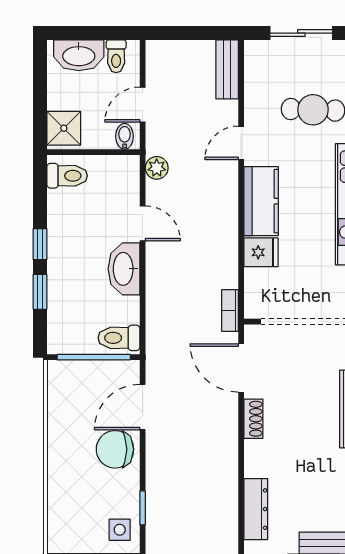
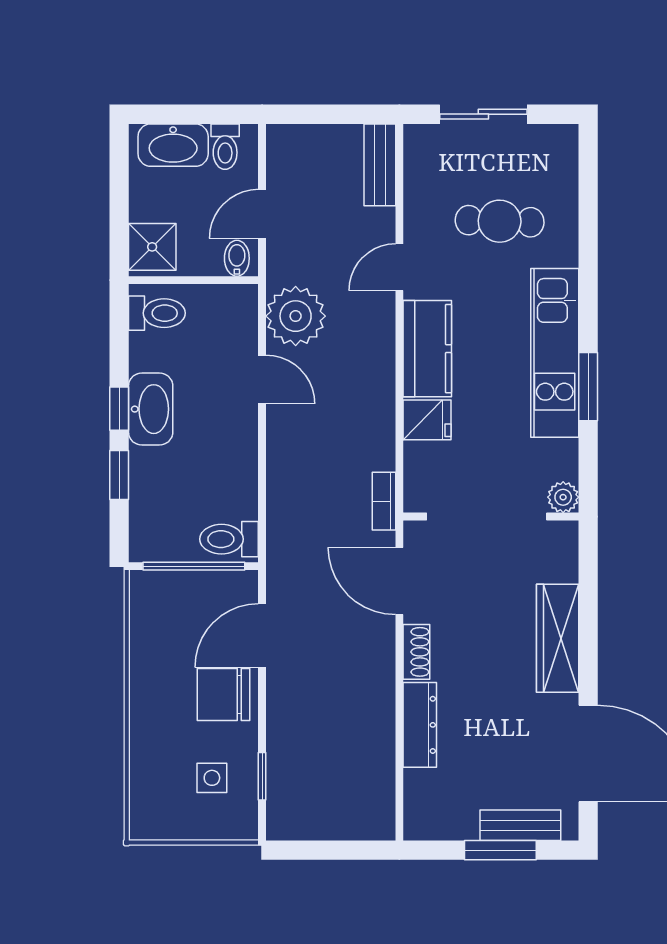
plant: (157, 168) -> (296, 316), width x1.88, depth x1.88
washbasin: (124, 269) -> (151, 409), moved, turned 180
dresser: (256, 509) -> (420, 725), moved
side table: (120, 530) -> (212, 778), moved

